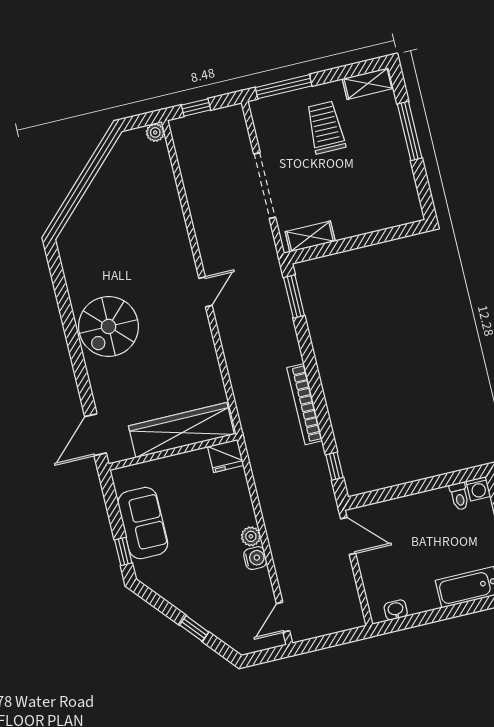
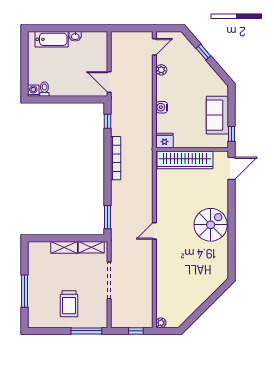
shelving: (368, 84) -> (64, 247), moved
plant: (251, 536) -> (161, 70), moved
window: (123, 551) -> (231, 134), moved
water cooler: (255, 558) -> (162, 107), moved
washbasin: (396, 610) -> (75, 36), moved

